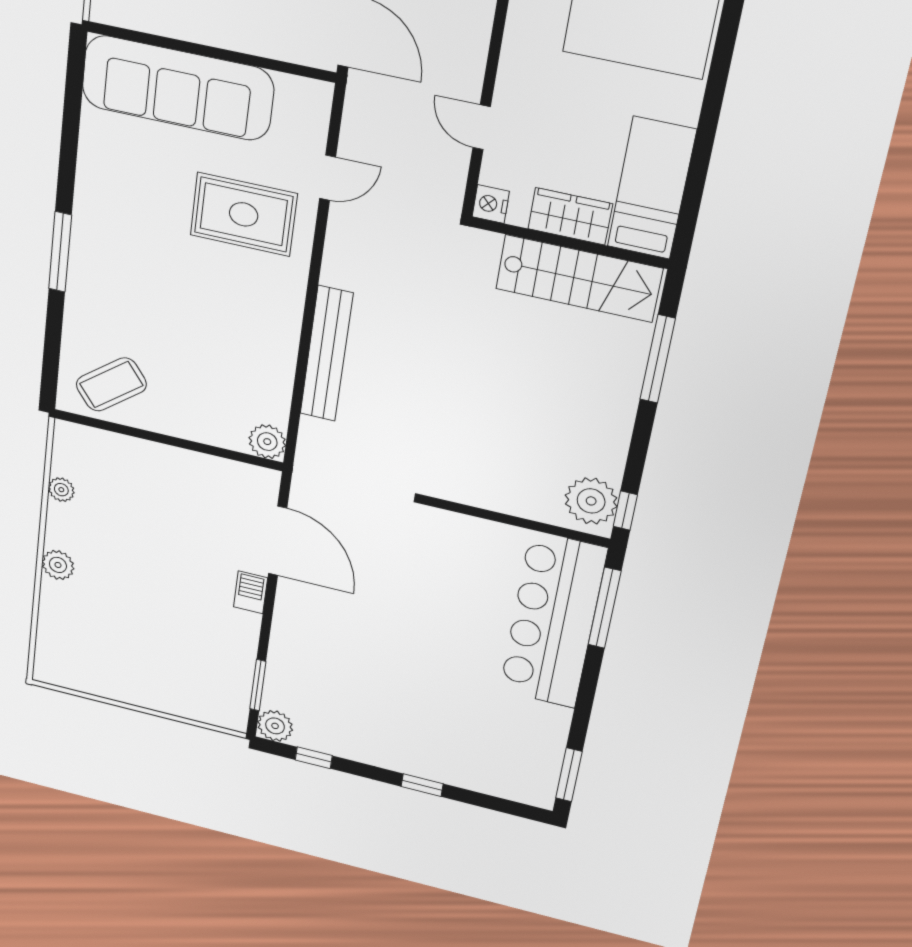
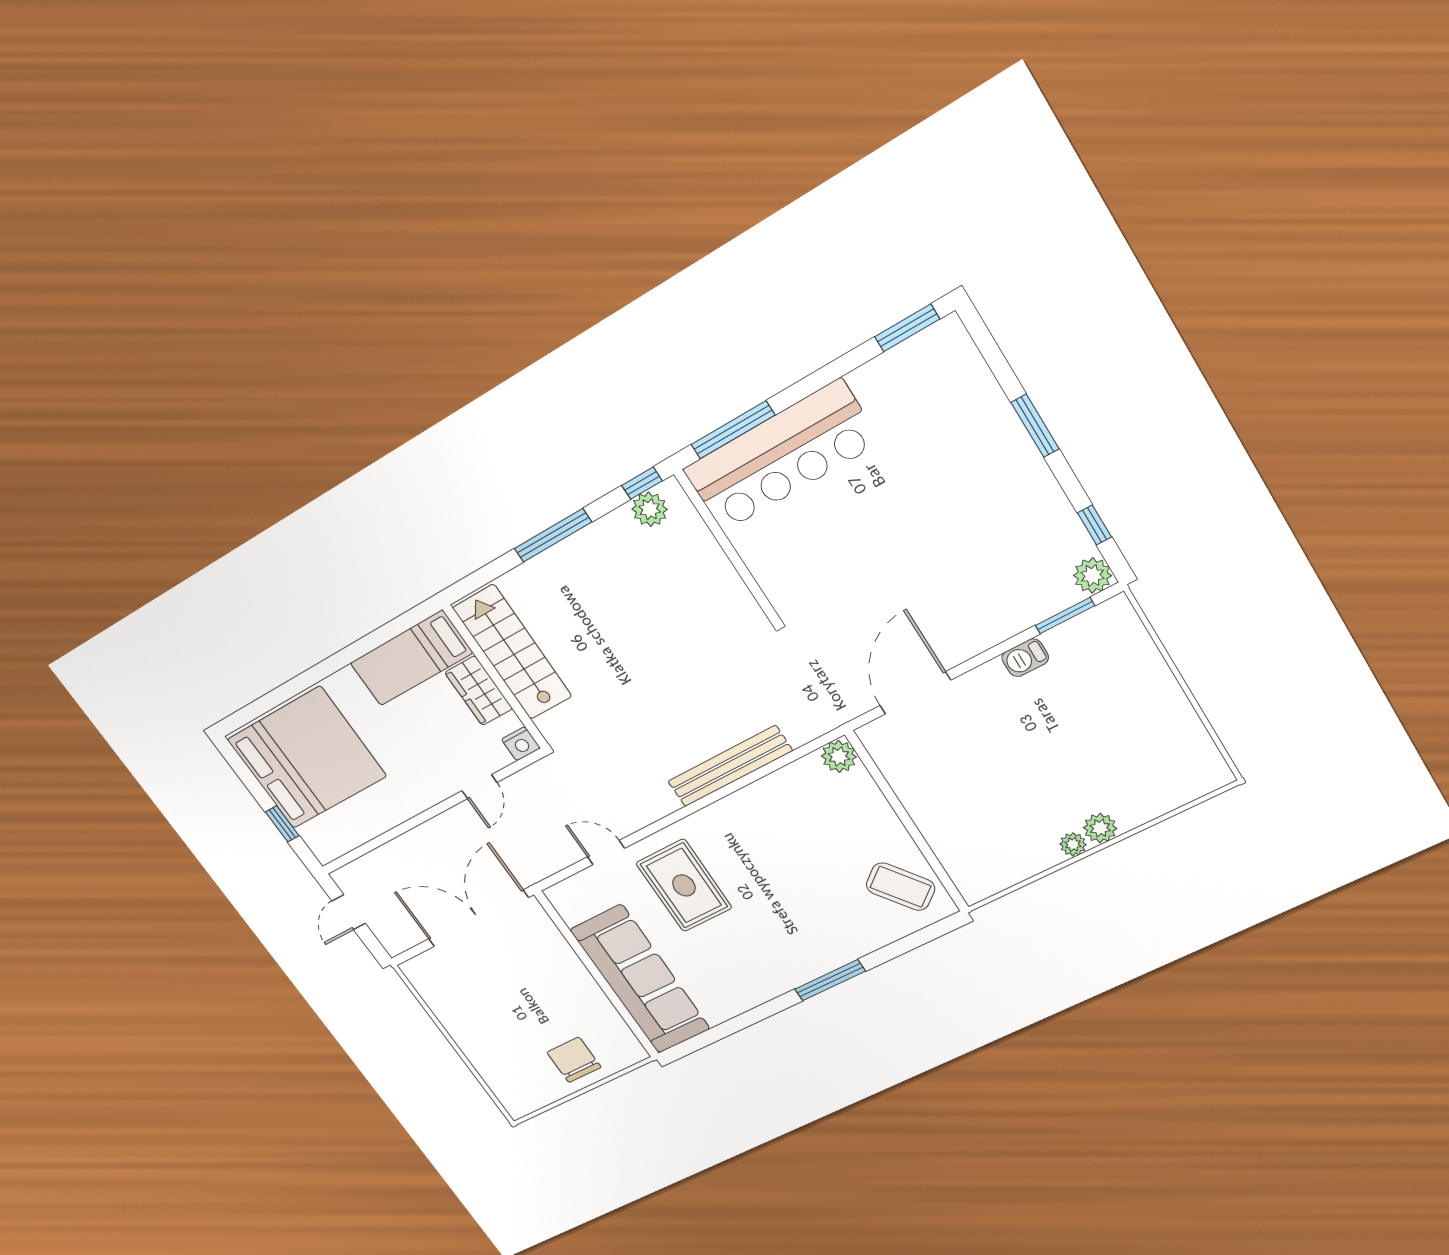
window: (658, 359) -> (553, 535), moved
plant: (61, 490) -> (1073, 844), moved
plant: (591, 501) -> (650, 509), width x0.73, depth x0.73
barbecue: (251, 592) -> (1025, 658), moved
window: (422, 785) -> (1035, 426), width x1.50

